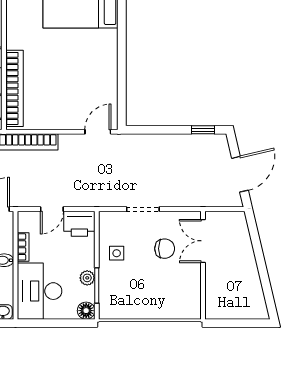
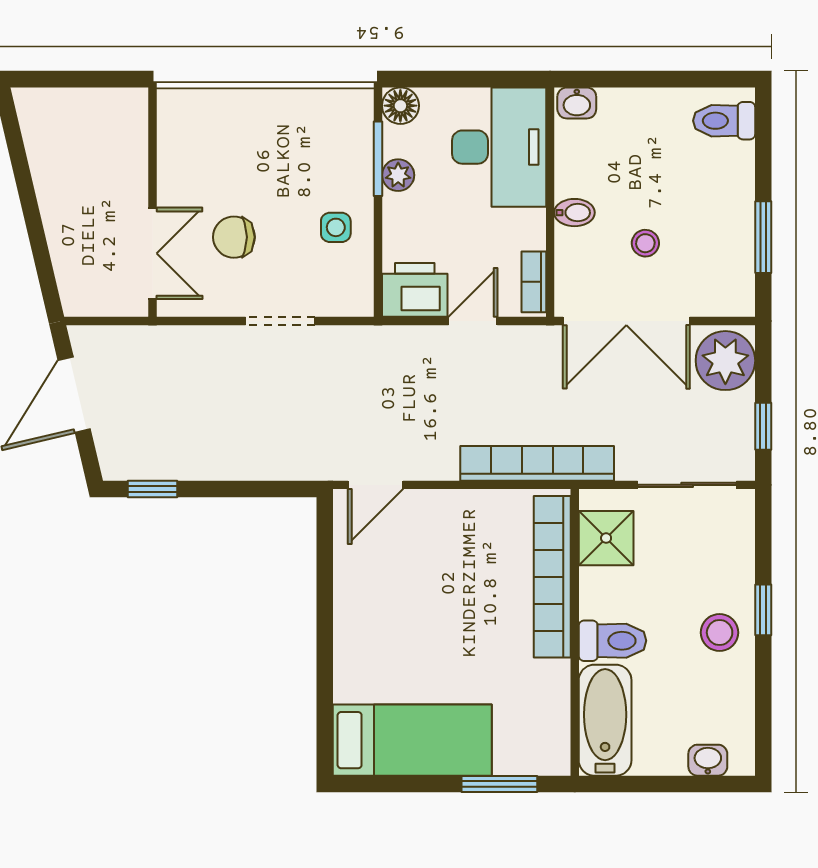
bookcase: (23, 247) -> (534, 282), moved

